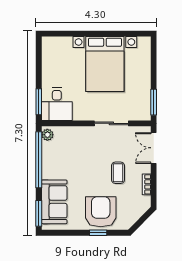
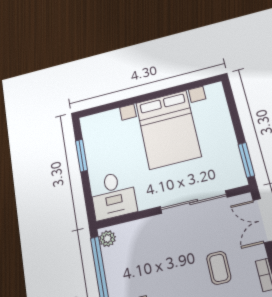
window: (39, 102) -> (81, 155), moved
sliding door: (111, 123) -> (194, 202), width x1.37

